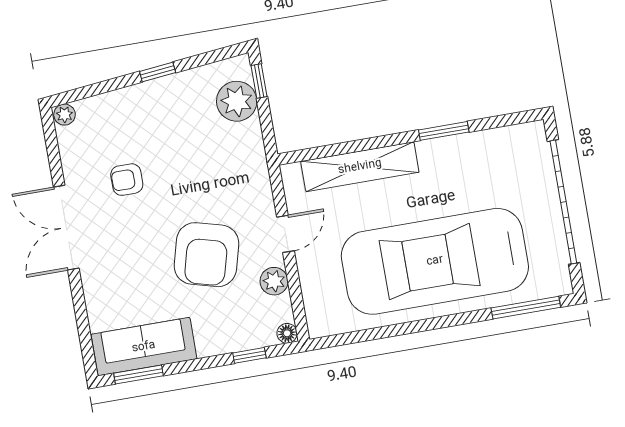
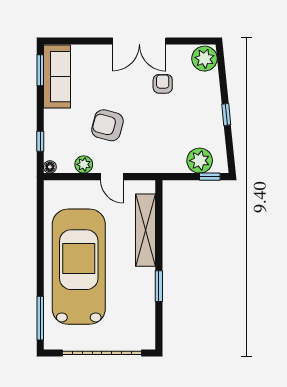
plant: (65, 115) -> (204, 59), width x1.87, depth x1.87
double door: (66, 228) -> (139, 41), swing flipped
armchair: (206, 255) -> (107, 125), width x0.73, depth x0.73

